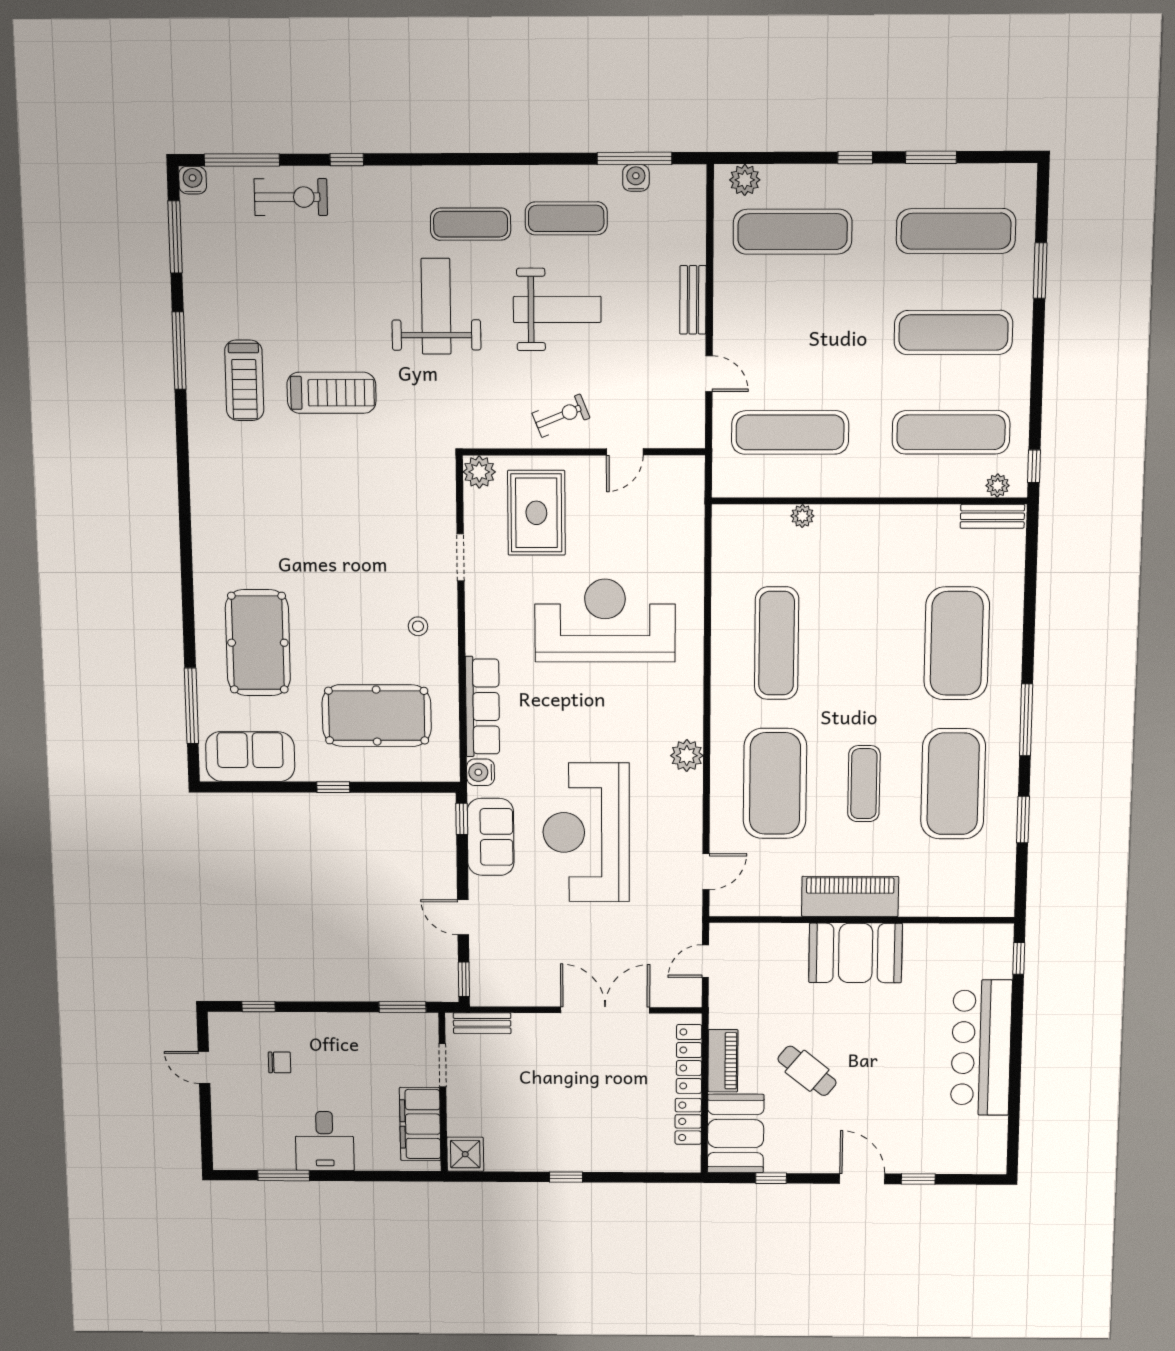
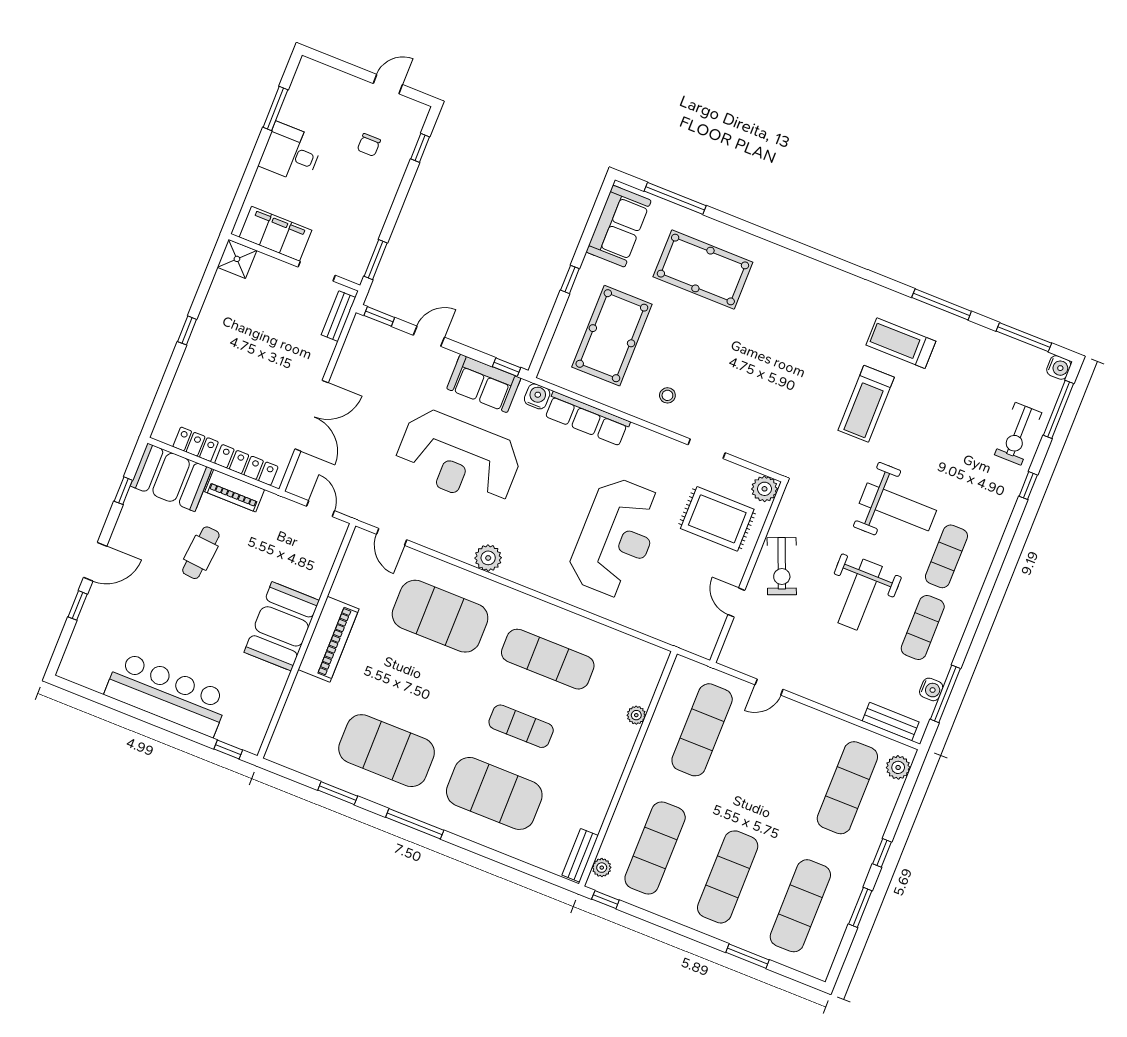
bench: (693, 300) -> (891, 722), moved
exercise bike: (561, 416) -> (782, 566), width x1.38, depth x1.39
exercise mat: (864, 784) -> (521, 726), moved
reception desk: (586, 832) -> (458, 458), turned 180
cafe table: (807, 1071) -> (201, 553), turned -34

